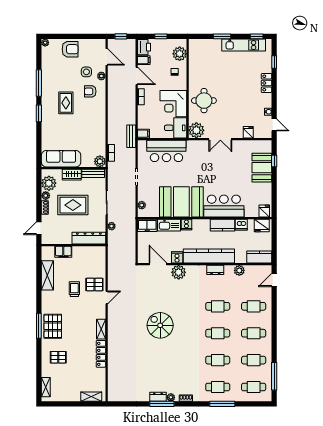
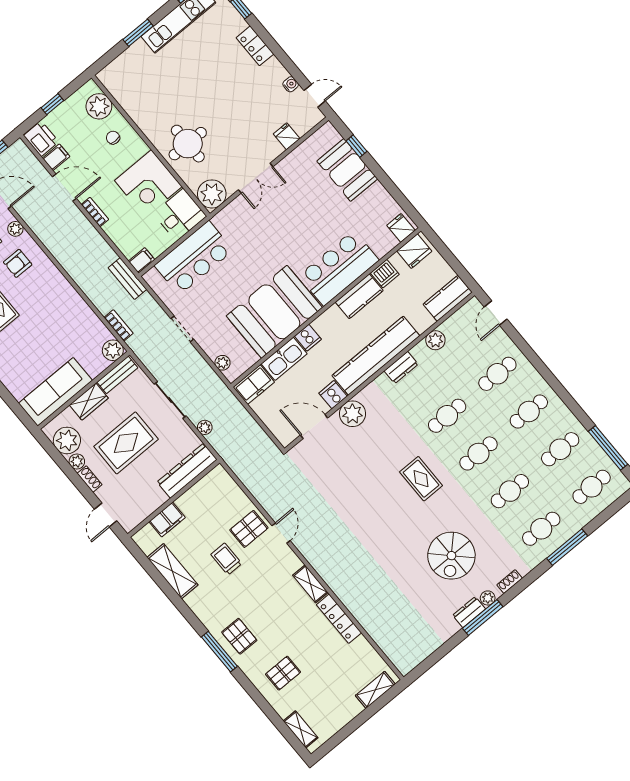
rug: (185, 324) -> (421, 479), added
spiral stairs: (160, 325) -> (451, 556), moved, turned -90
pallet: (53, 326) -> (239, 636), width x0.67, depth x0.71

